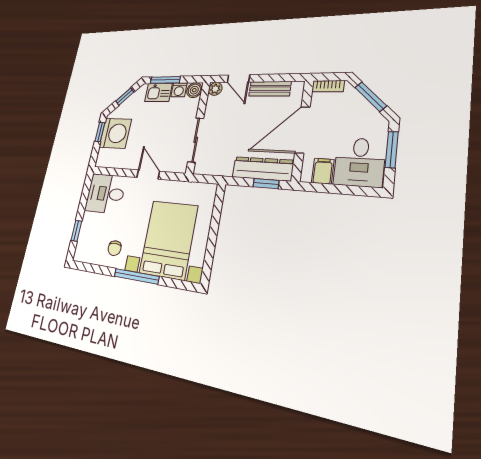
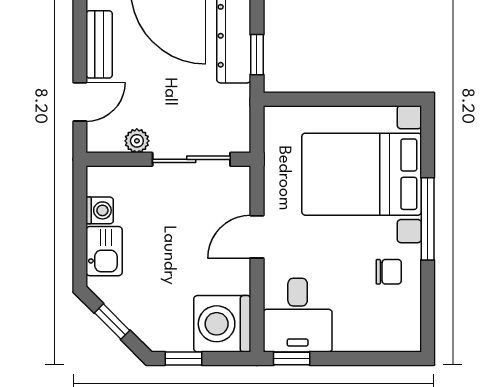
window: (165, 80) -> (80, 243), removed
plant: (215, 89) -> (137, 141), moved
boiler: (194, 90) -> (100, 180), removed
washing machine: (115, 133) -> (222, 324), moved, turned -90
window: (266, 184) -> (257, 55), moved
window: (76, 231) -> (292, 358), moved

